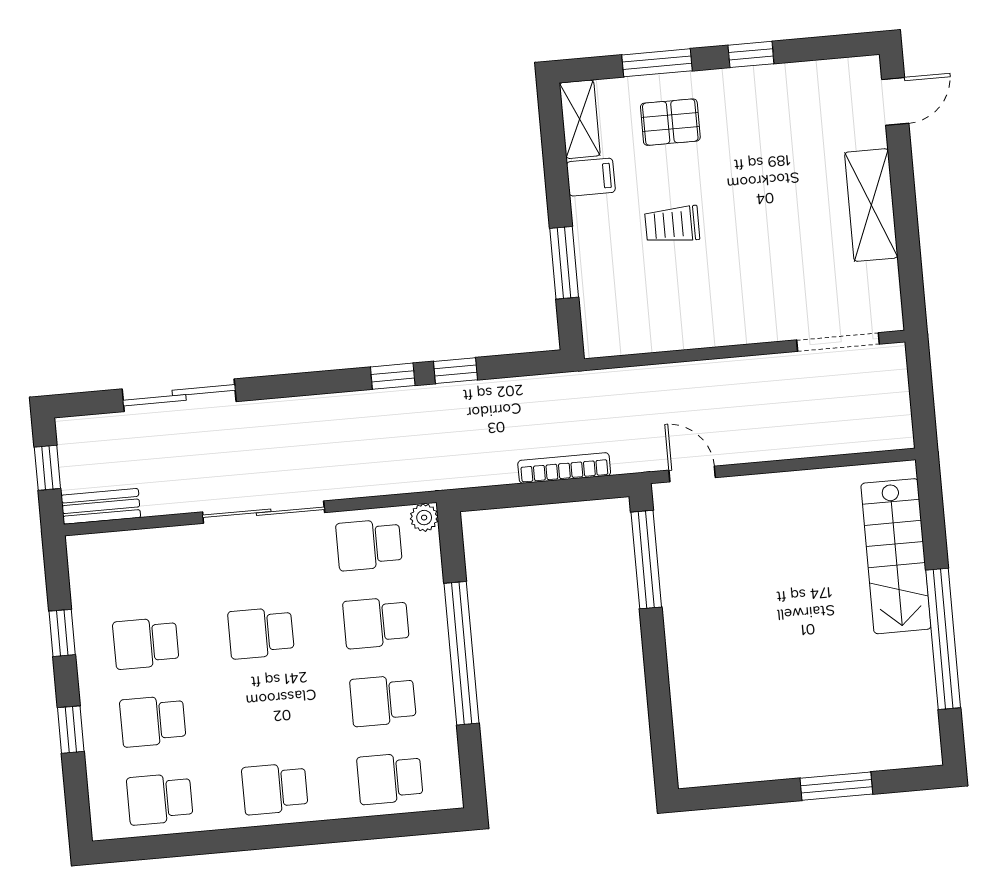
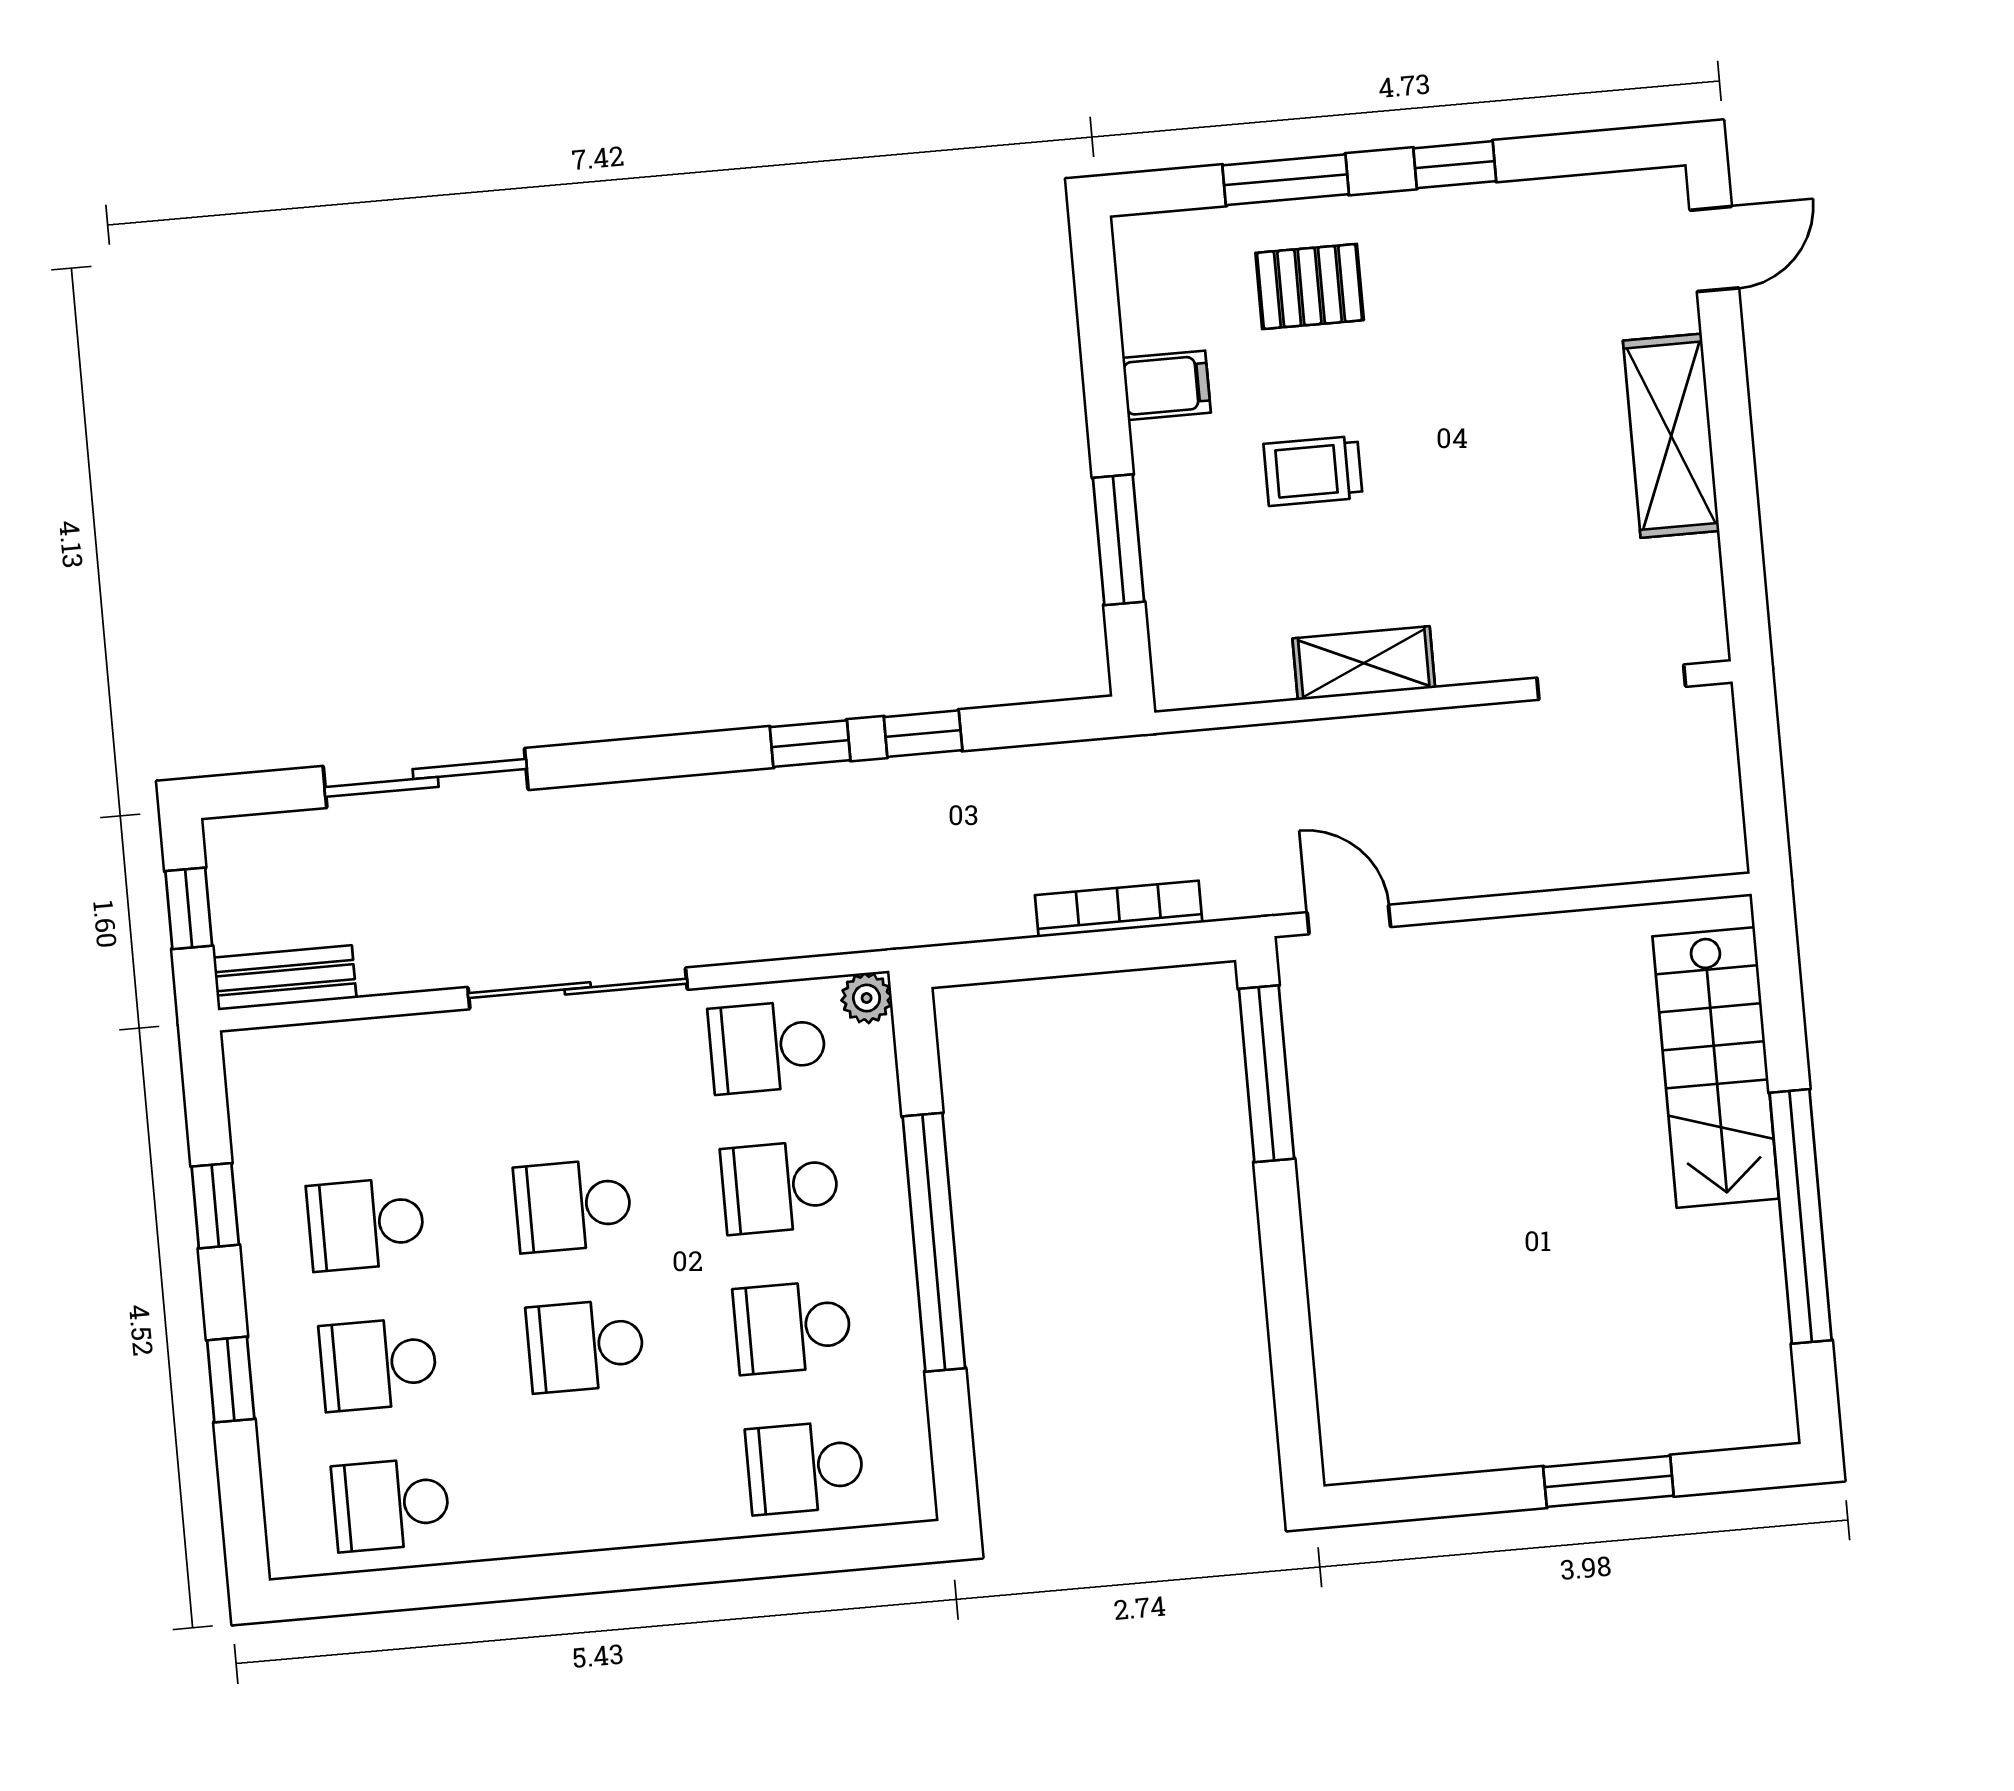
shelving: (580, 119) -> (1364, 663), moved, turned 90
school desk: (275, 789) -> (585, 1346), moved

